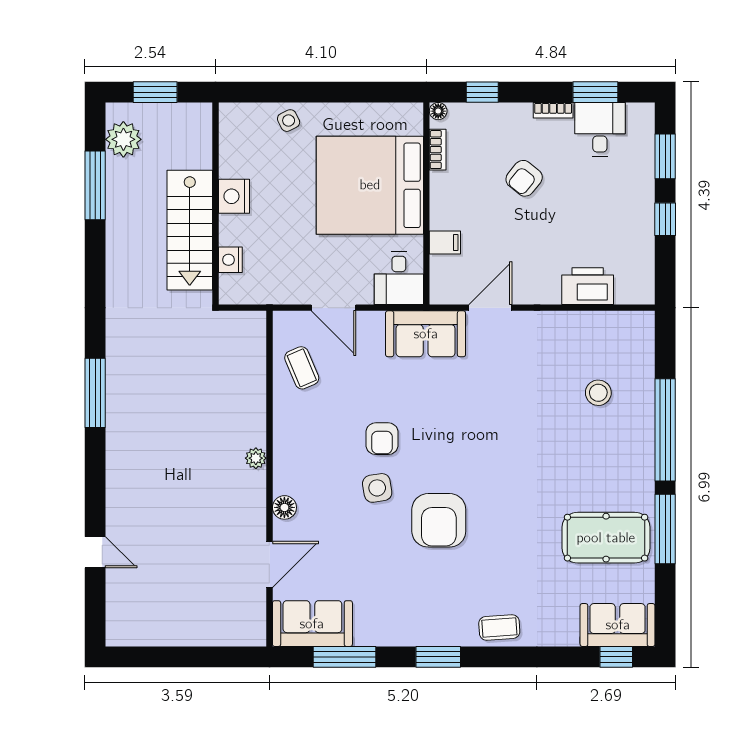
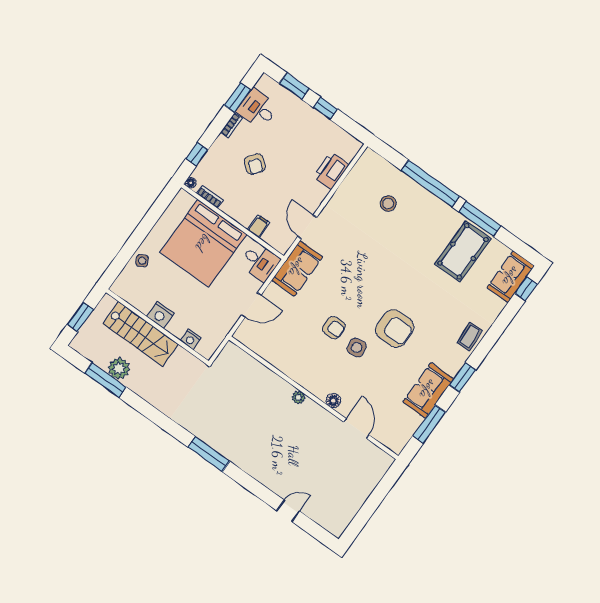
plant: (123, 139) -> (119, 368), moved
stairs: (190, 230) -> (140, 334), moved
coffee table: (302, 368) -> (270, 342), removed
sofa: (312, 624) -> (428, 390), moved

